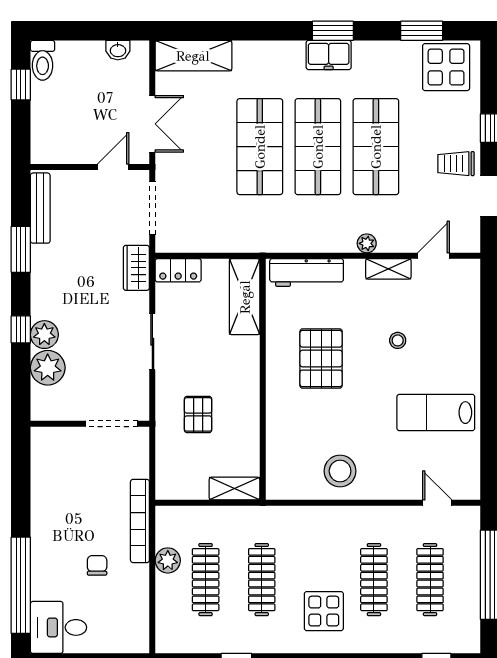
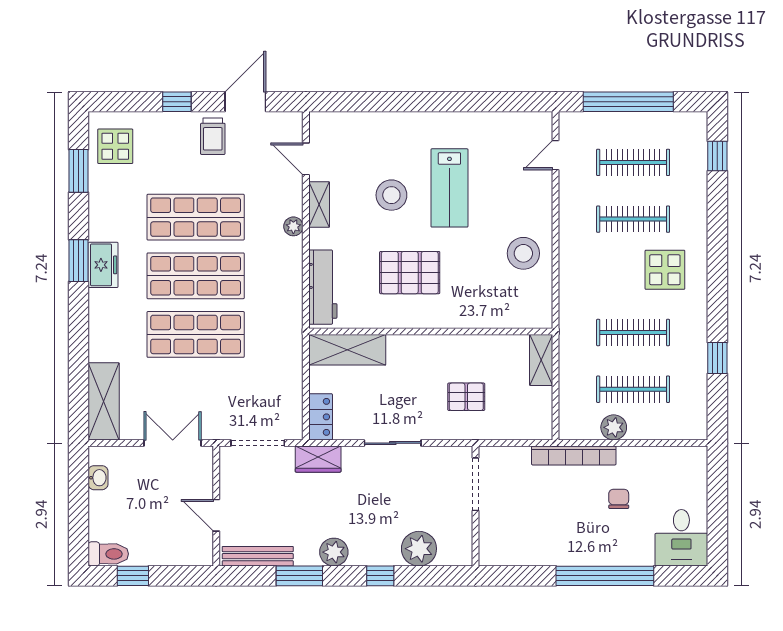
display table: (446, 67) -> (115, 146), width x0.73, depth x0.73
door: (113, 167) -> (216, 515), moved
plant: (44, 335) -> (334, 552), moved
stool: (398, 340) -> (391, 195), width x1.89, depth x1.89
lab bench: (436, 413) -> (449, 188), moved
chair: (97, 565) -> (619, 499), turned 90
window: (21, 585) -> (605, 576), moved

